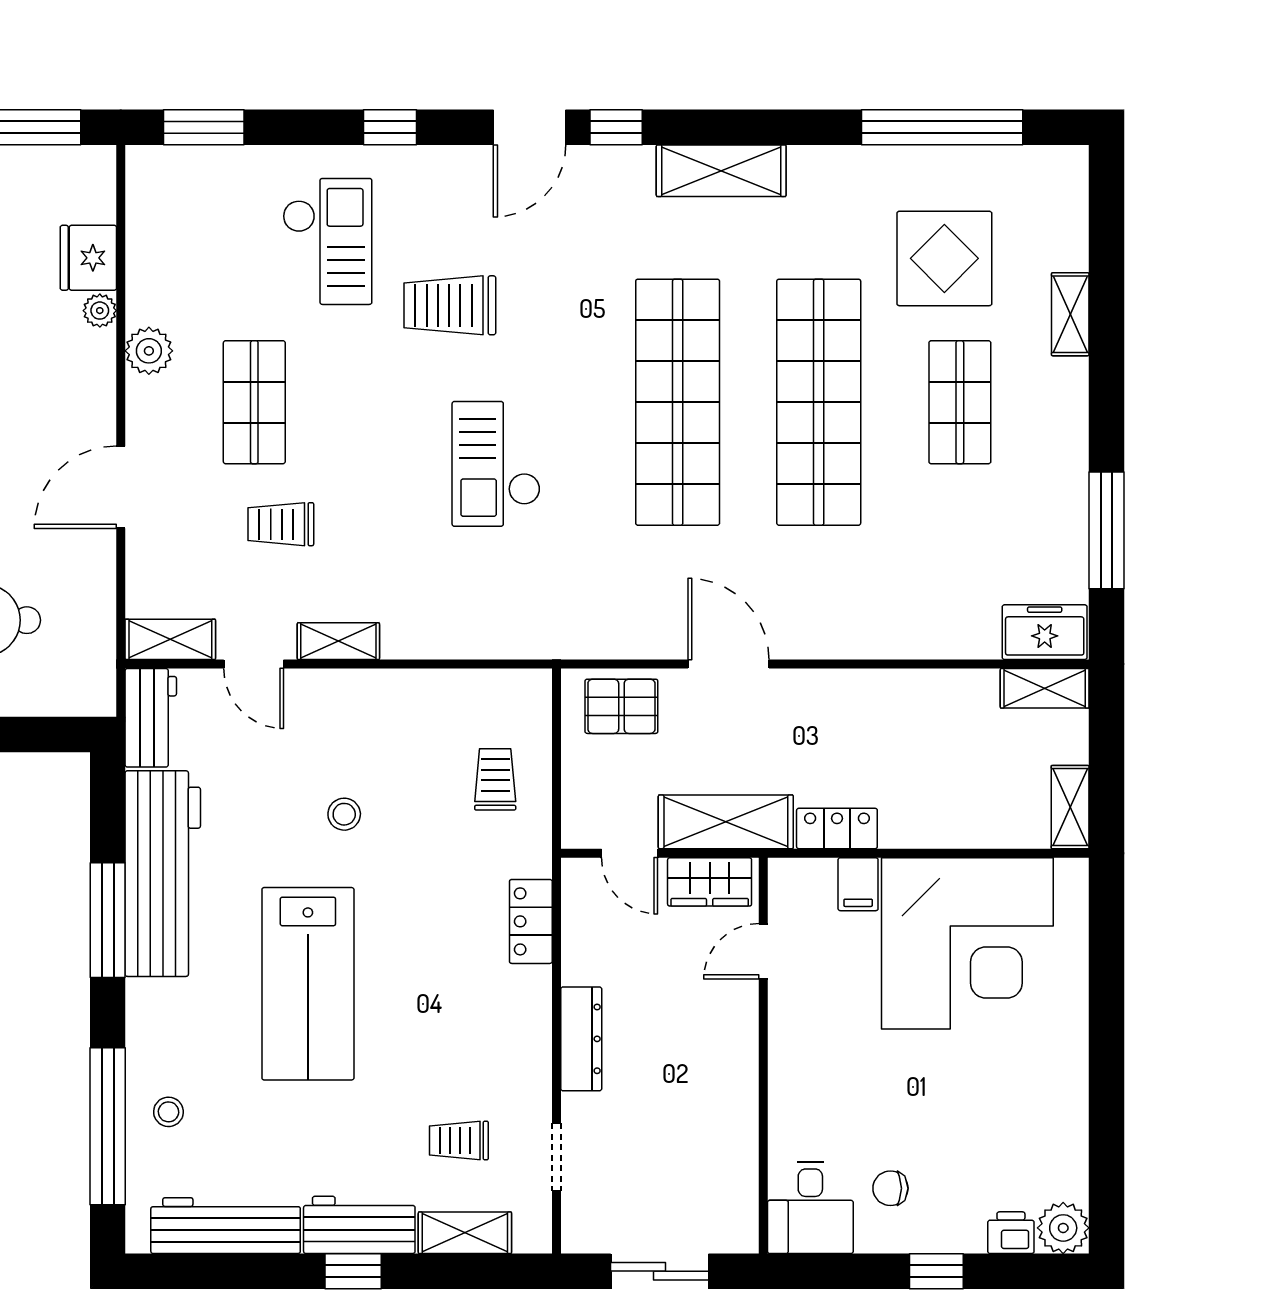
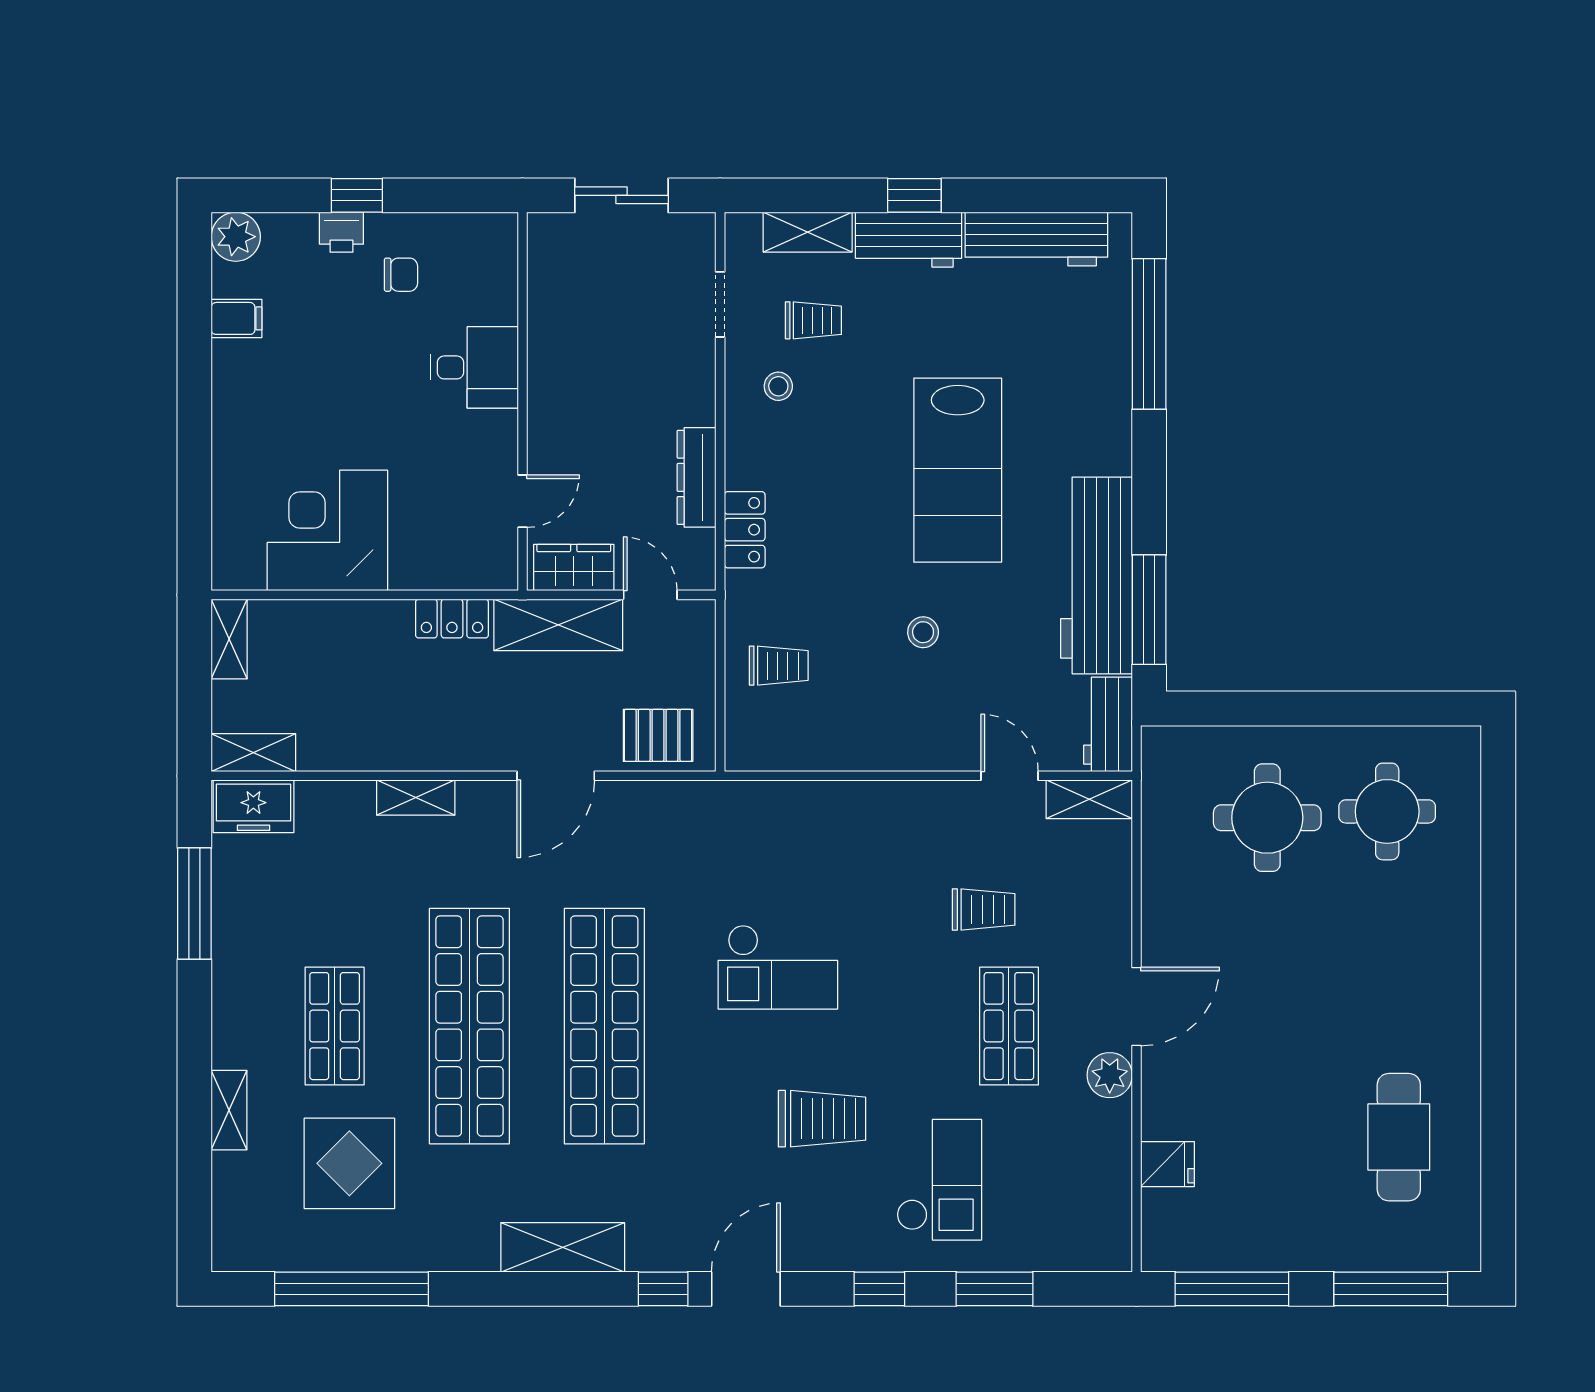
window: (204, 127) -> (994, 1289), moved
checkout: (327, 241) -> (939, 1180), turned 180
fridge: (88, 258) -> (1168, 1164), width x0.72
plant: (100, 311) -> (1157, 1114), removed
checkout: (496, 464) -> (778, 967), turned 90
door: (121, 487) -> (1137, 1006), moved
shelving: (338, 641) -> (416, 798), moved
door: (728, 664) -> (556, 776), hinge flipped
trolley: (495, 779) -> (779, 666), turned -90
filing cabinet: (858, 884) -> (237, 318), moved, turned 90
window: (108, 920) -> (1149, 610), moved
corner desk: (967, 943) -> (327, 530), width x0.74, depth x0.74
lab bench: (308, 984) -> (958, 470), turned 180
dresser: (581, 1039) -> (696, 477), moved
stool: (168, 1112) -> (778, 386), moved
desk: (810, 1208) -> (474, 367), moved, turned 90
printer: (1011, 1233) -> (341, 232), moved

